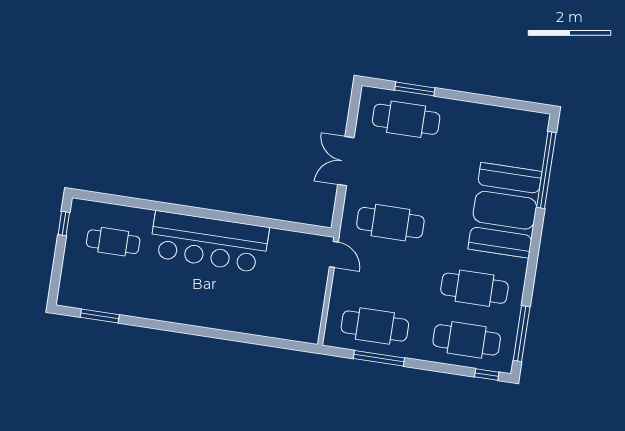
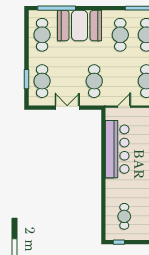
cafe table: (498, 133) -> (42, 35), added
double door: (346, 161) -> (67, 108), swing flipped
bar counter: (209, 242) -> (117, 149), moved
door: (334, 254) -> (124, 107), moved

